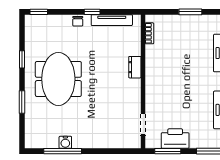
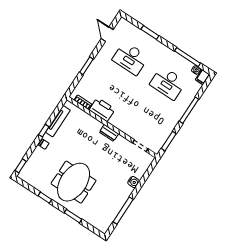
dresser: (135, 67) -> (109, 133), moved
meeting table: (58, 79) -> (74, 182), turned 90
printer: (175, 139) -> (102, 109), moved, turned 90
water cooler: (65, 142) -> (134, 182), moved

